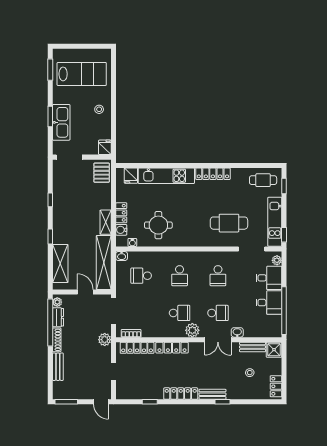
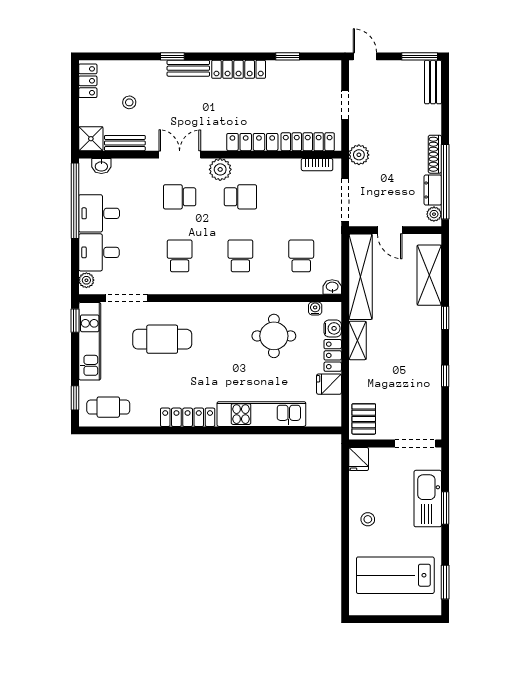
fridge: (131, 176) -> (329, 384), moved, turned -90
school desk: (141, 276) -> (301, 256), turned -90
school desk: (180, 313) -> (240, 197), turned 180
washbasin: (237, 332) -> (101, 166), moved
bench: (58, 367) -> (433, 82), moved

